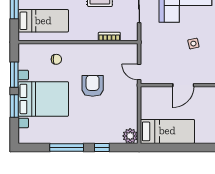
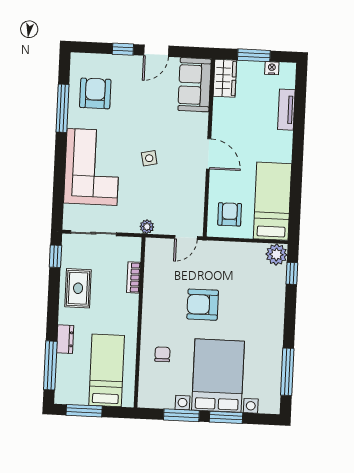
plant: (145, 44) -> (147, 227), added
door: (183, 85) -> (209, 154), moved
armchair: (157, 102) -> (230, 214), added
window: (67, 147) -> (287, 372), moved
window: (102, 147) -> (292, 273), moved

